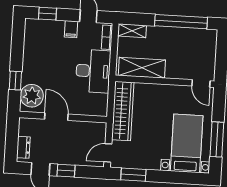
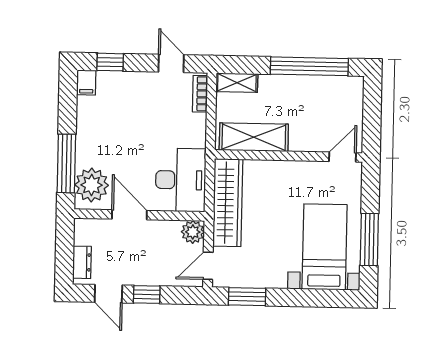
filing cabinet: (71, 29) -> (86, 83), moved
desk: (93, 71) -> (181, 180), moved
window: (15, 81) -> (66, 163), width x2.17
door: (201, 83) -> (342, 157), swing flipped
plant: (99, 130) -> (193, 232), added

